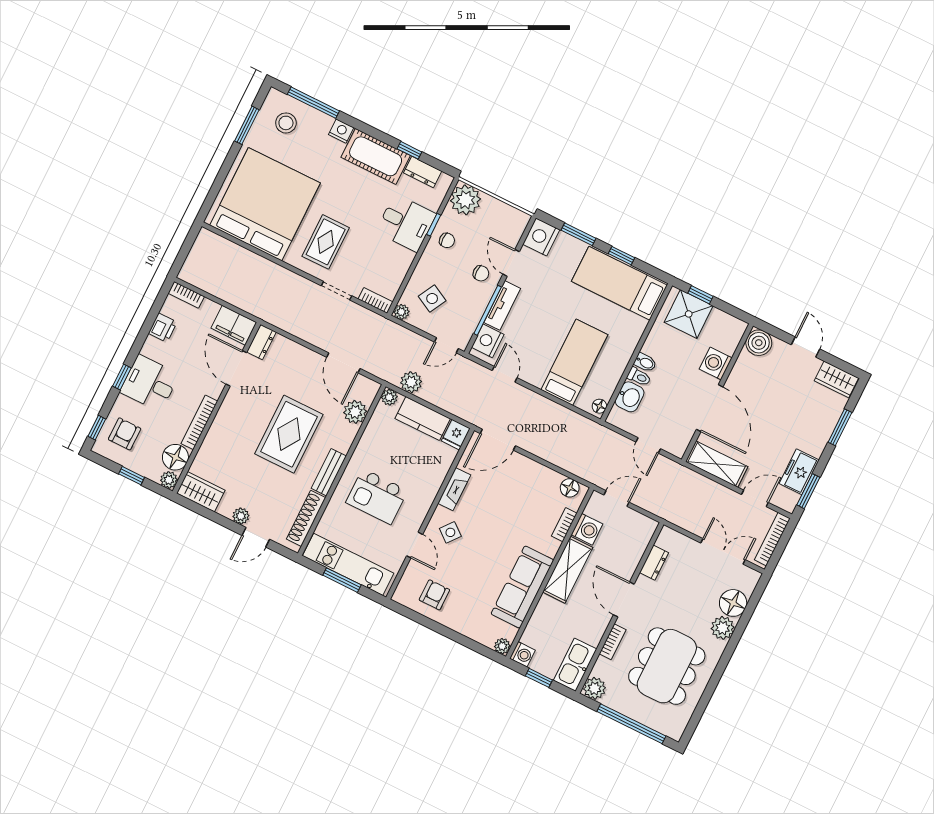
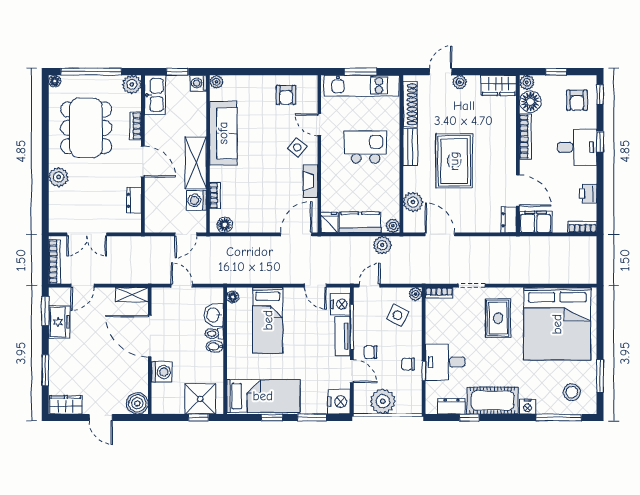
plant: (465, 200) -> (383, 401), moved
shelving: (717, 464) -> (132, 295), width x0.67, depth x0.75
floor lamp: (733, 603) -> (55, 81), moved, width x0.53, depth x0.53

